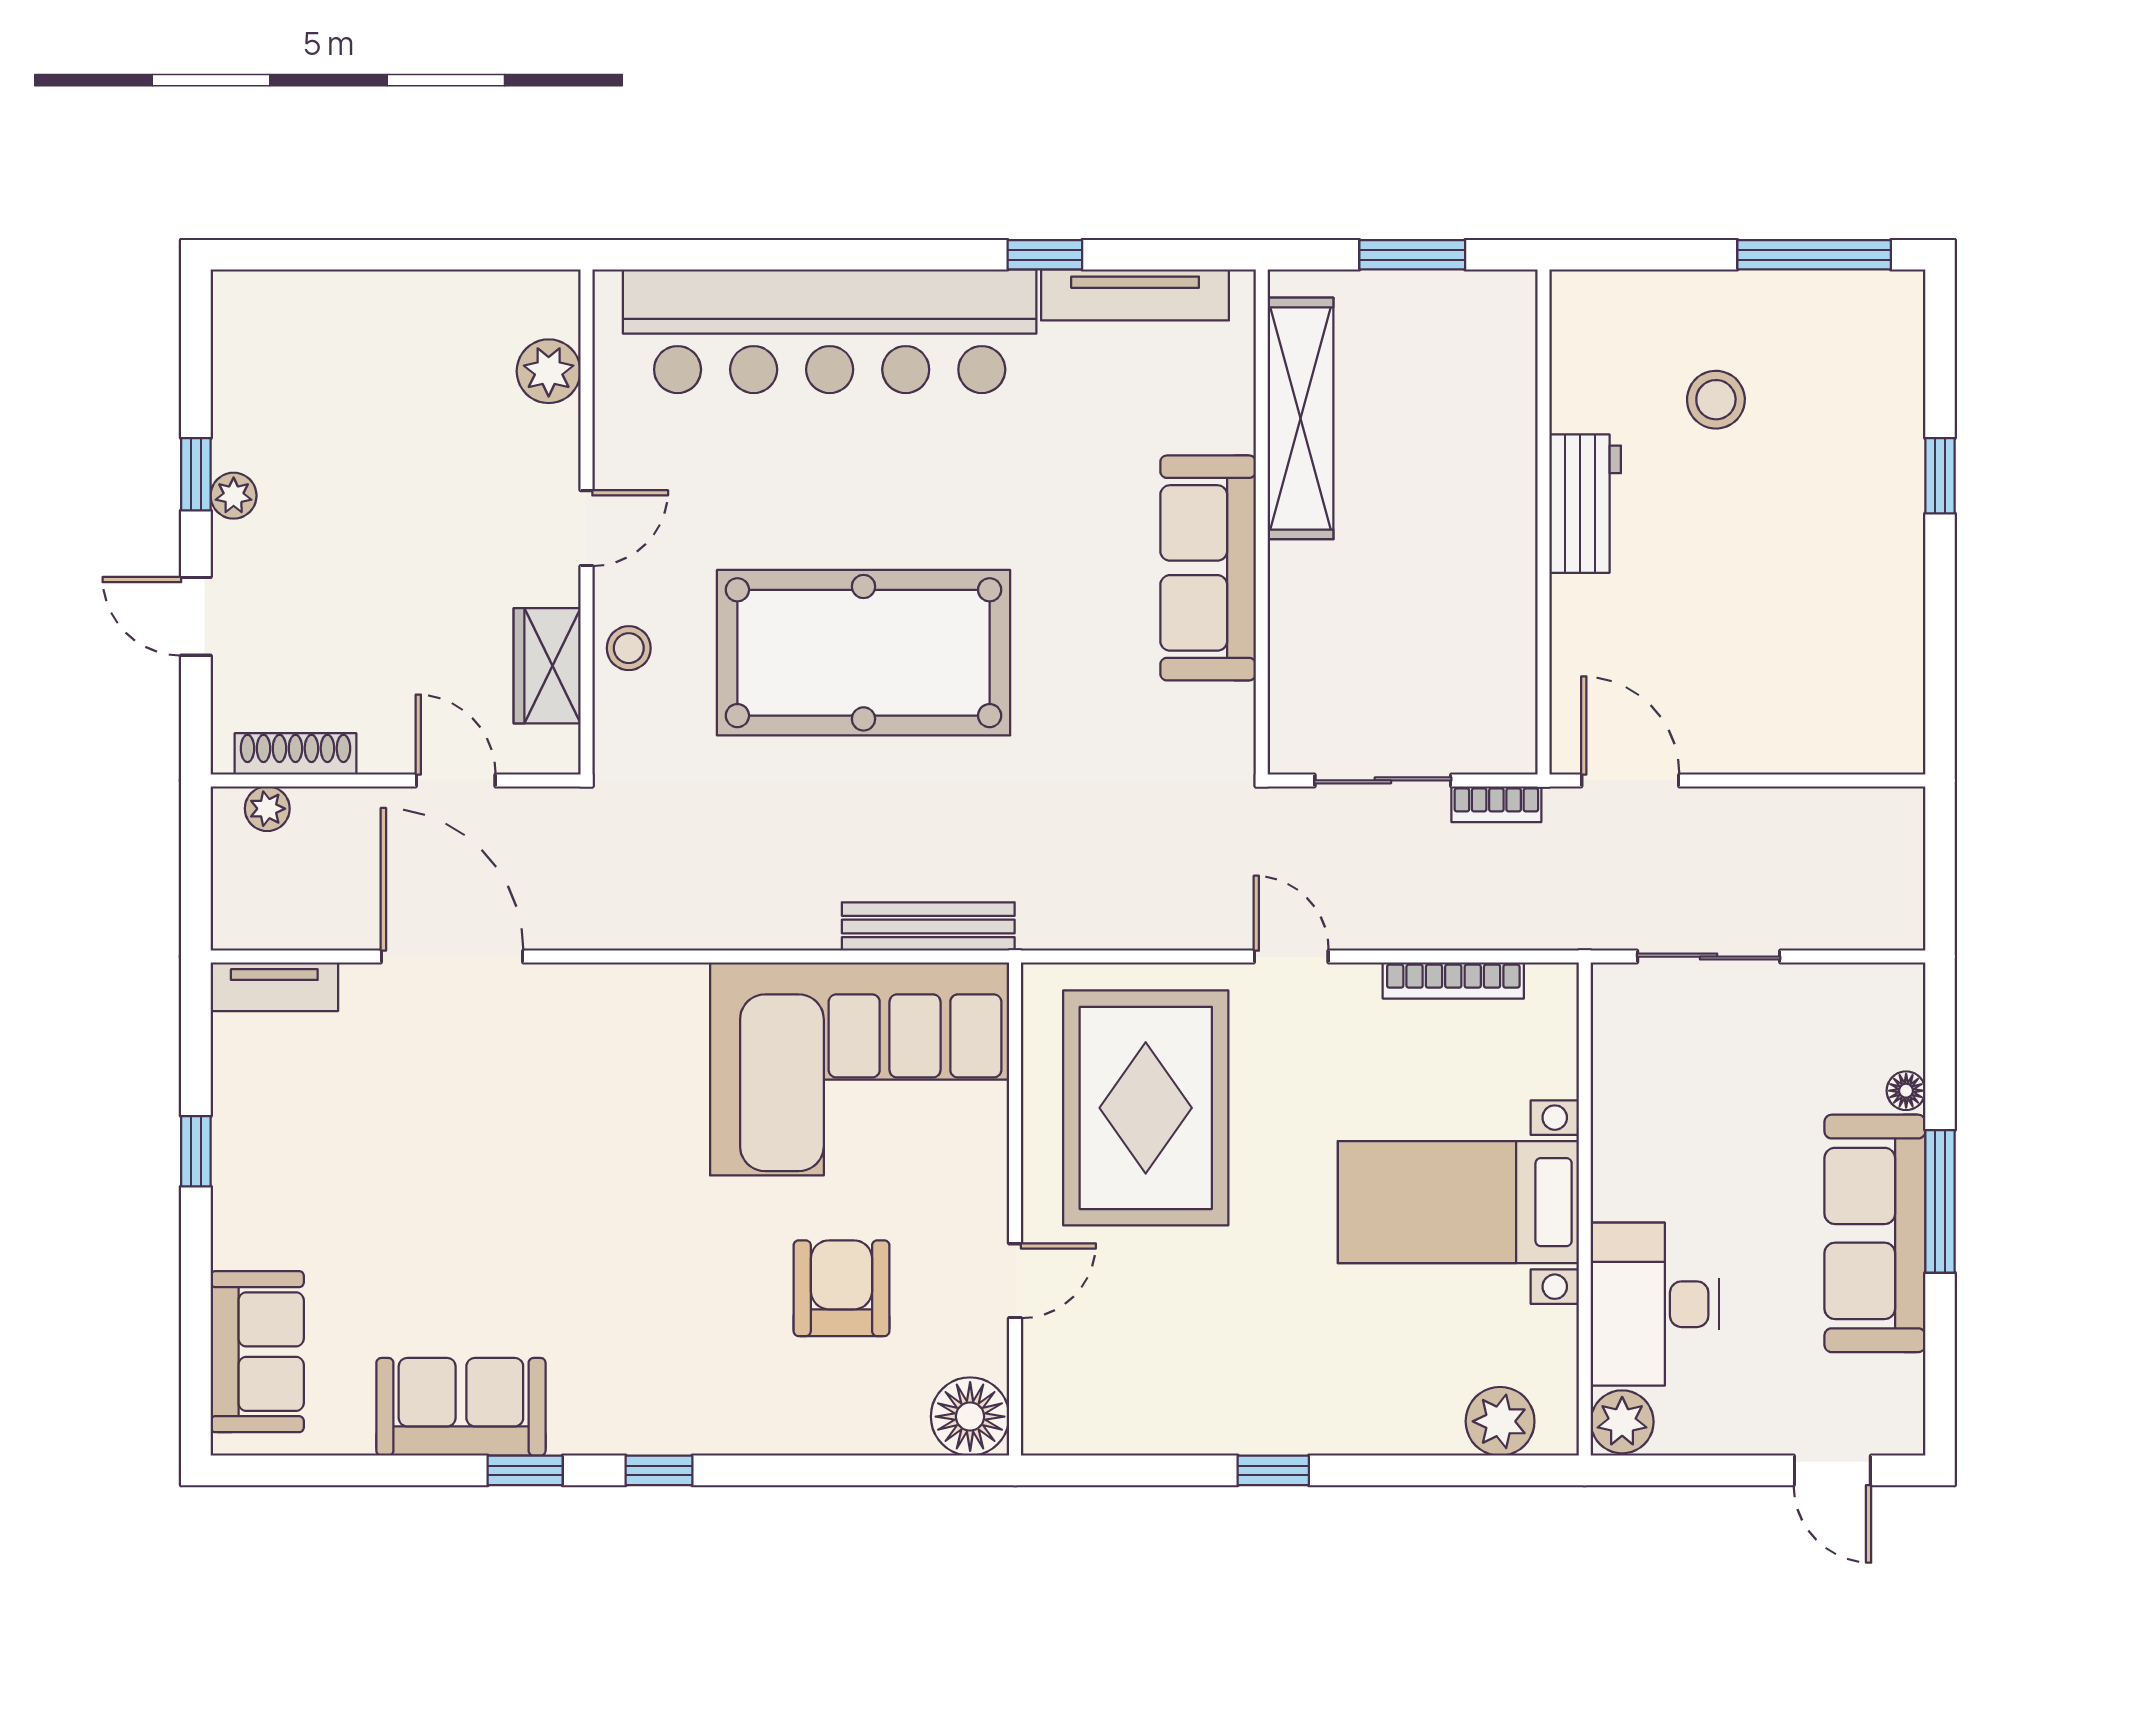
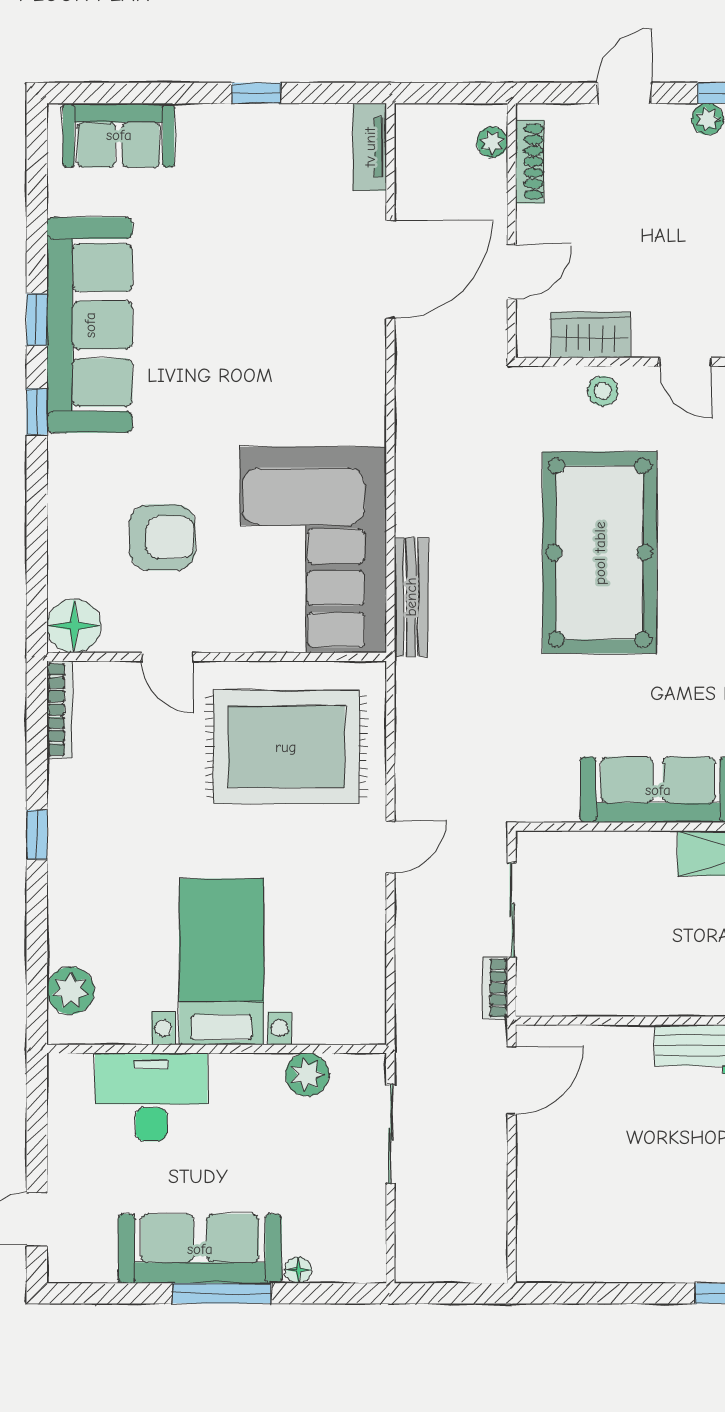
bookcase: (1453, 981) -> (59, 710), moved, turned 180
sofa: (461, 1407) -> (90, 325), width x1.85, depth x1.27
plant: (1622, 1422) -> (307, 1075), moved

